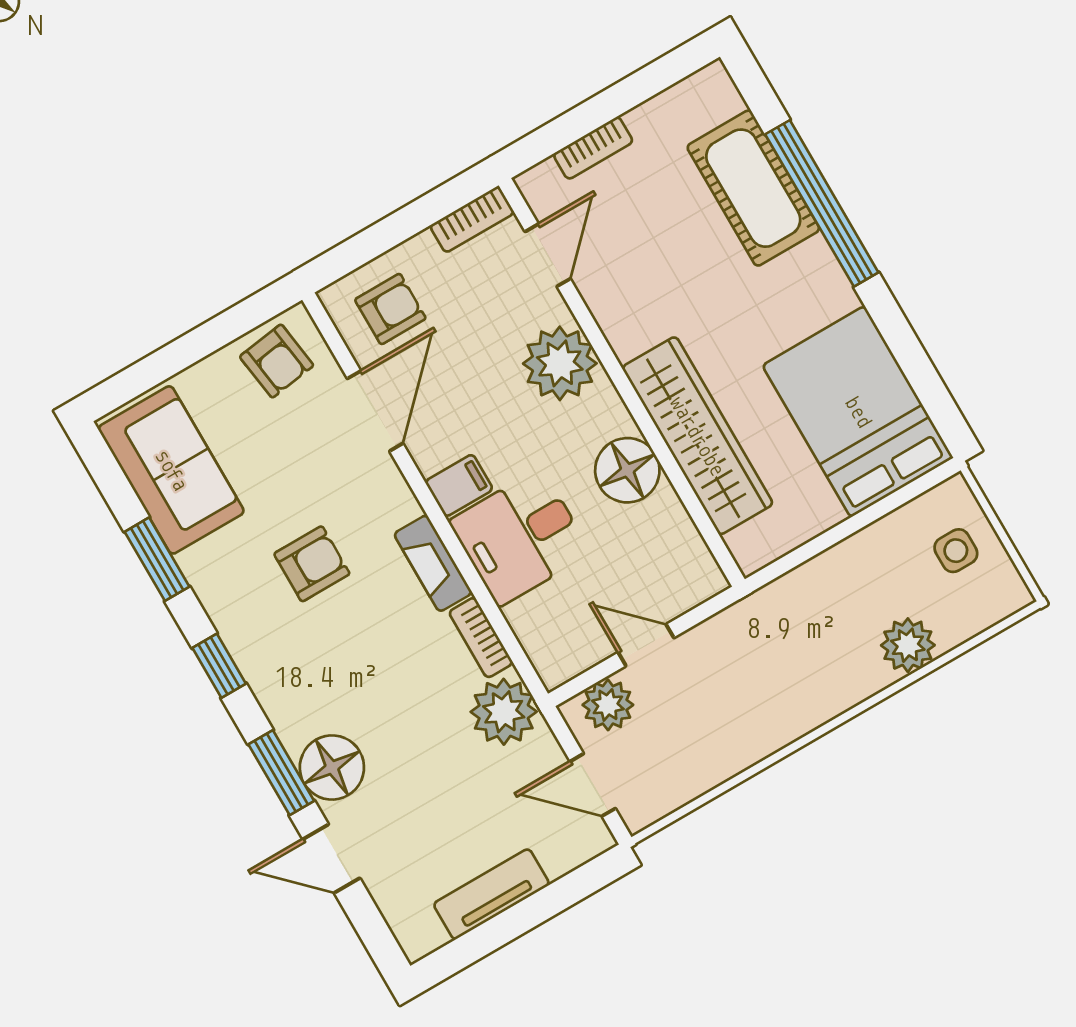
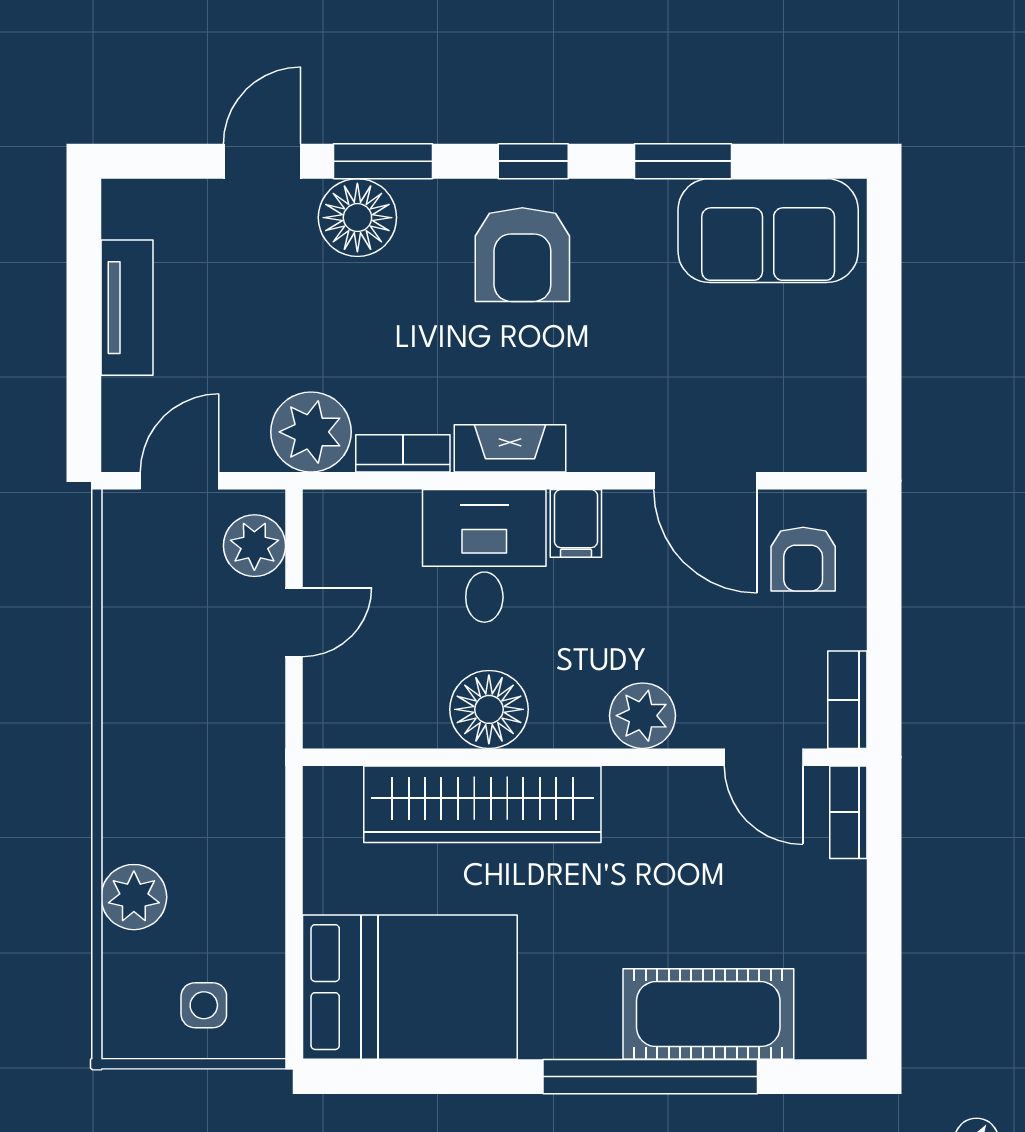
bookcase: (593, 148) -> (848, 812), moved
armchair: (277, 361) -> (818, 408), removed
plant: (560, 363) -> (642, 716), width x0.73, depth x0.73
armchair: (312, 564) -> (522, 255), moved, width x1.38, depth x1.38

